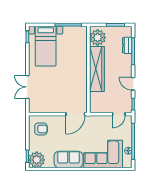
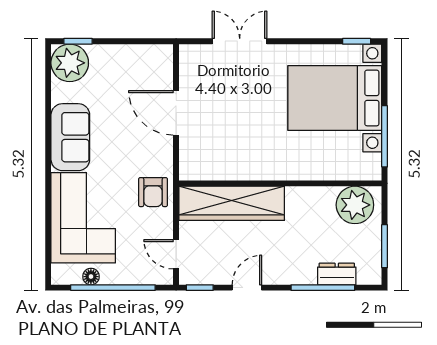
bed with nightstands: (46, 46) -> (335, 98), width x1.36
wardrobe: (97, 69) -> (232, 203), moved
door: (75, 114) -> (176, 113), moved
armchair: (41, 129) -> (153, 192), moved

